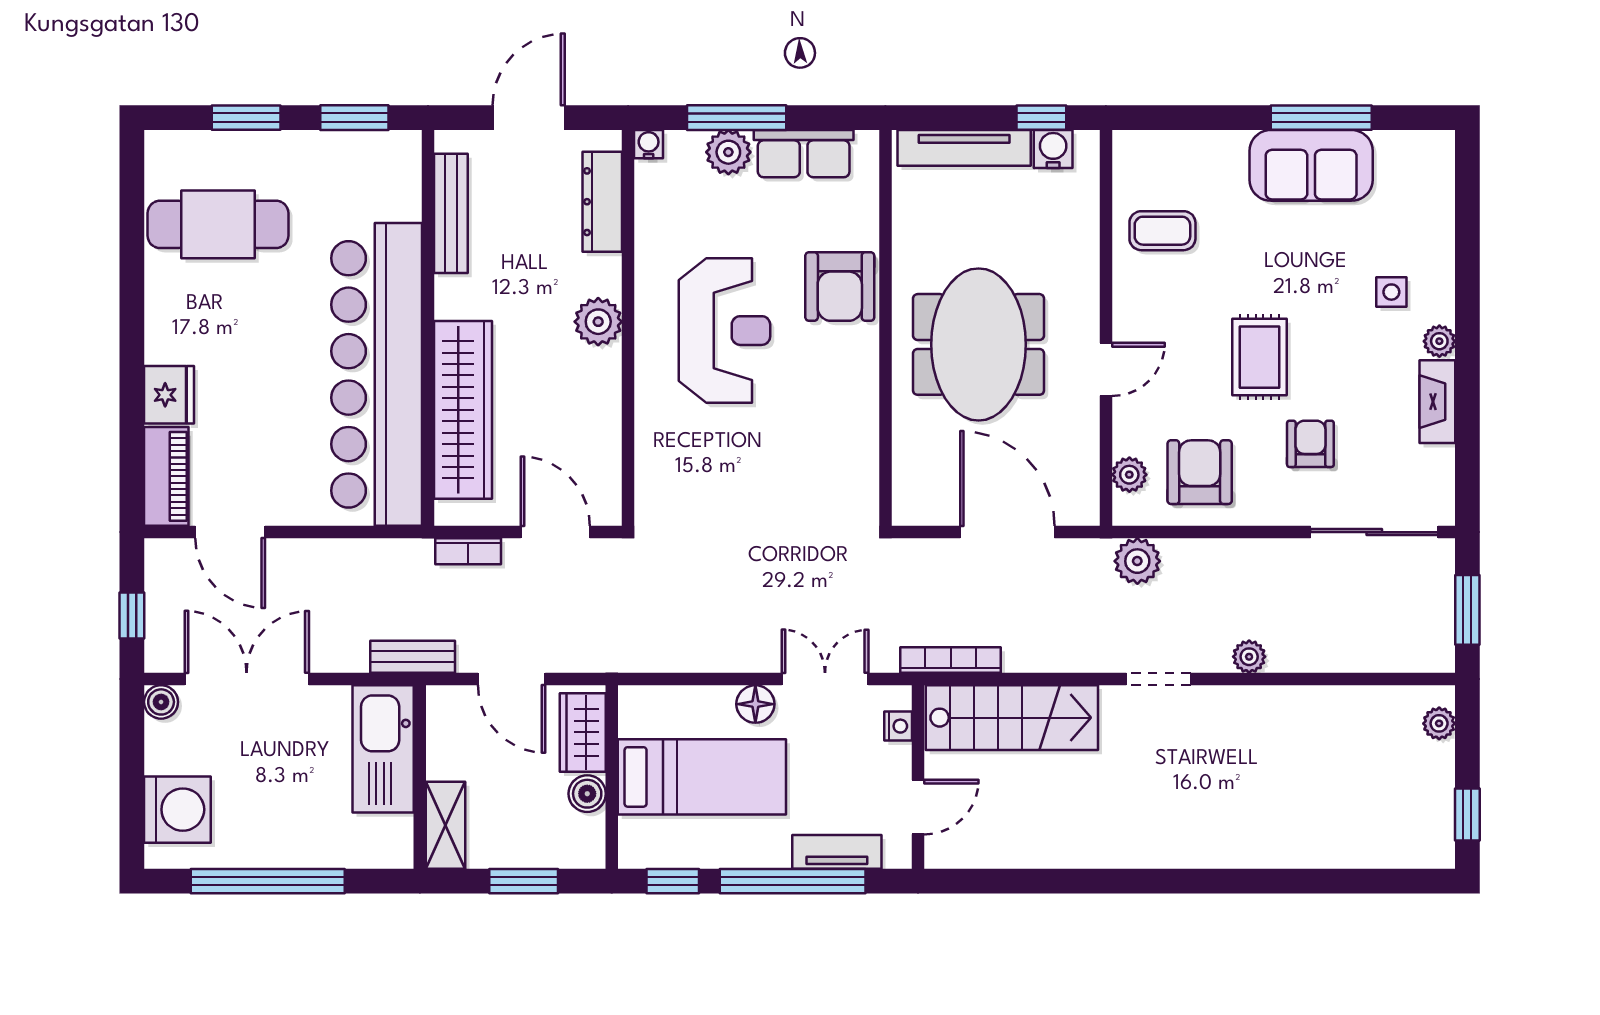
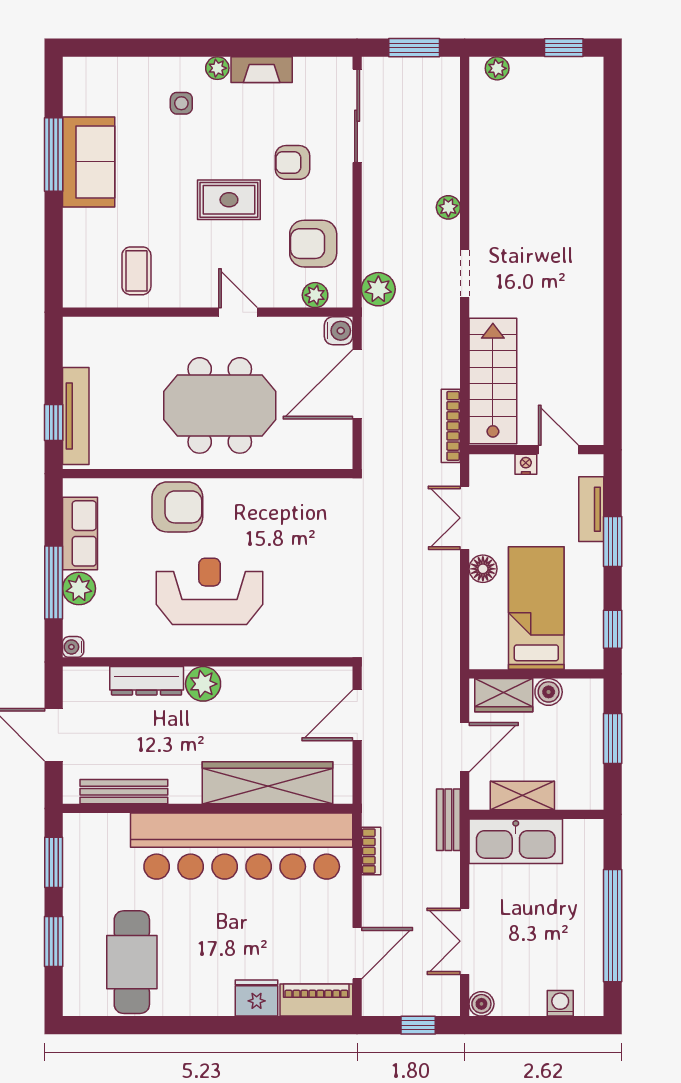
window: (1041, 118) -> (54, 423), moved
water cooler: (1053, 149) -> (338, 331), moved, turned 180
dresser: (602, 202) -> (147, 681), moved
bookcase: (468, 551) -> (371, 851), moved
double door: (247, 679) -> (465, 941), width x0.73
nightstand: (898, 726) -> (526, 464), moved
washing machine: (177, 810) -> (560, 1003), width x0.53, depth x0.53
shelving: (446, 825) -> (522, 796), moved
window: (793, 881) -> (613, 542), width x0.47

